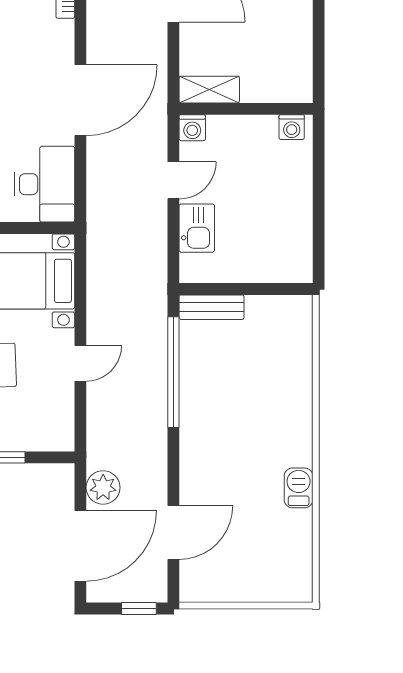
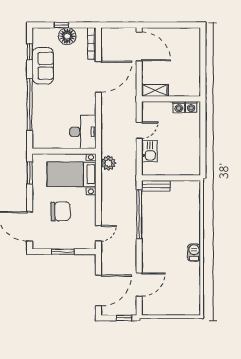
door: (80, 100) -> (98, 77), moved
washing machine: (192, 128) -> (179, 107), moved
door: (80, 363) -> (98, 233), moved
plant: (103, 487) -> (108, 163), moved
barbecue: (299, 488) -> (194, 253), moved

